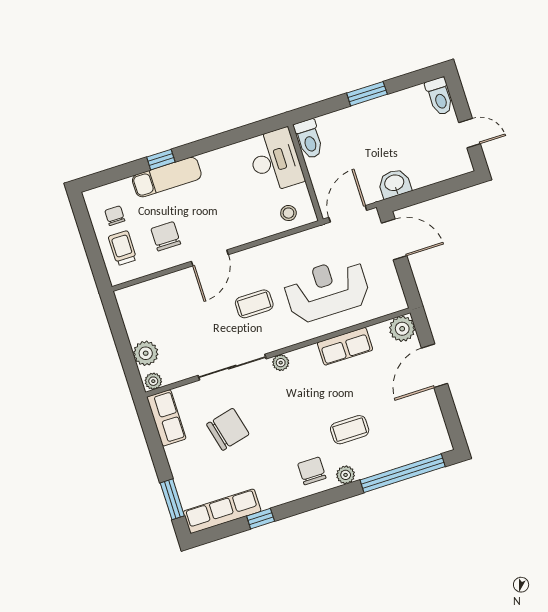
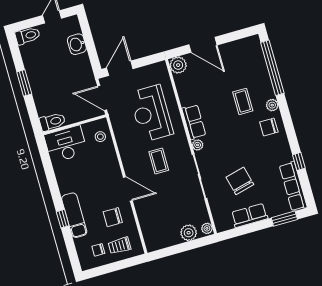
washbasin: (394, 183) -> (77, 44), moved
row of seats: (345, 346) -> (194, 122), moved
row of seats: (166, 418) -> (249, 215), moved

